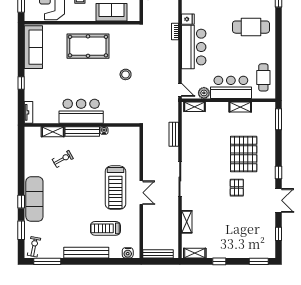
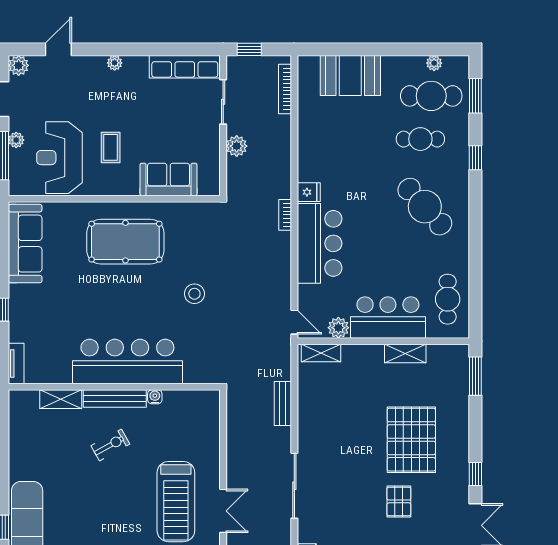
cafe table: (251, 27) -> (425, 207), turned 48
bar counter: (81, 111) -> (127, 361), width x1.36
exercise bike: (63, 159) -> (110, 445), moved

